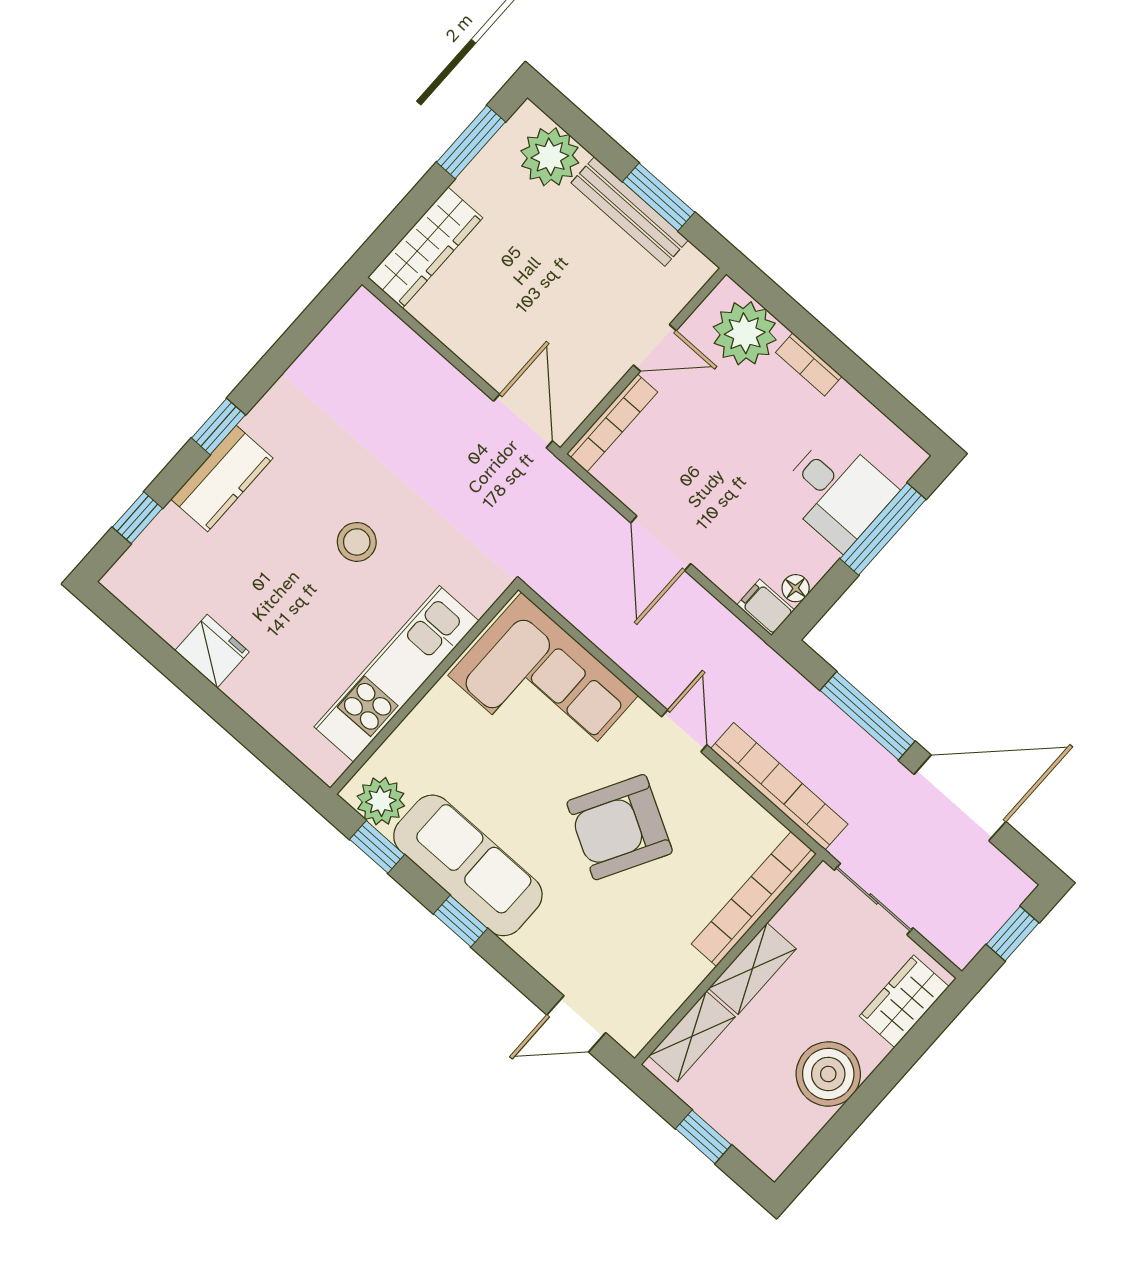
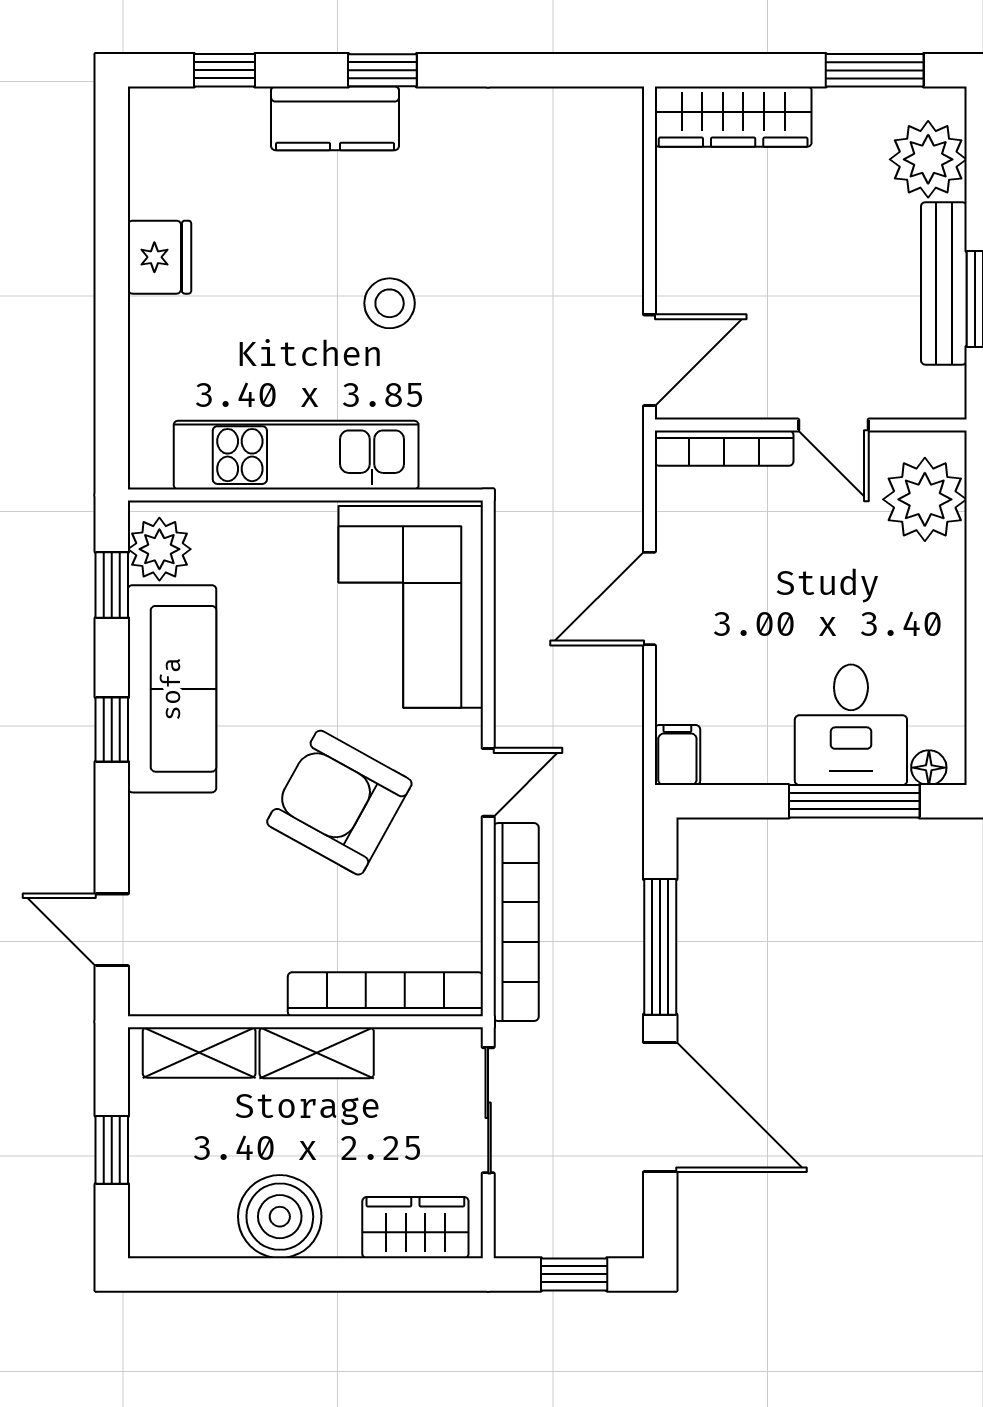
bookcase: (809, 364) -> (950, 588), removed
floor lamp: (796, 588) -> (929, 768), moved

